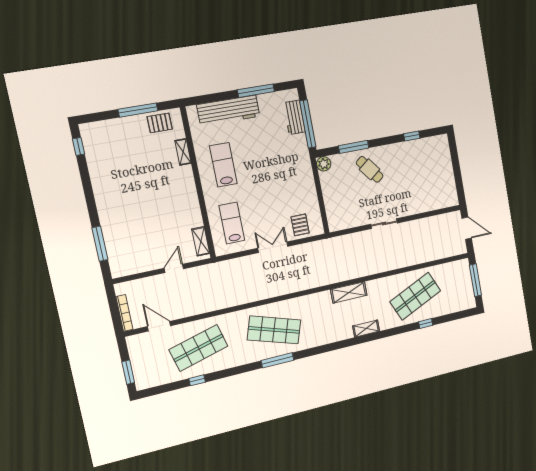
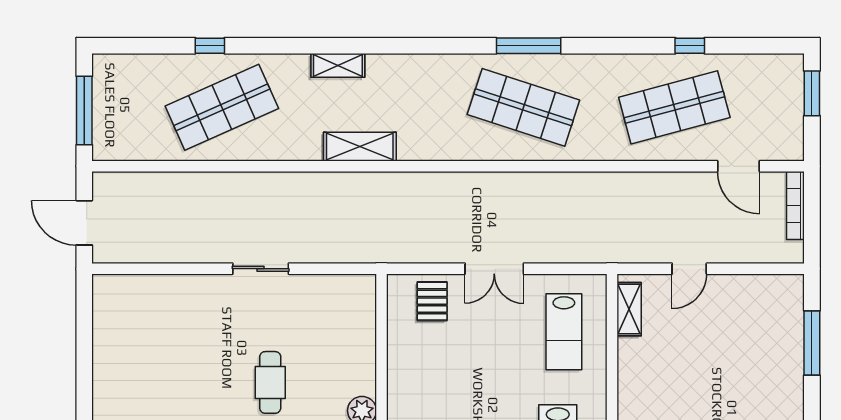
cafe table: (370, 169) -> (270, 382), turned 38

